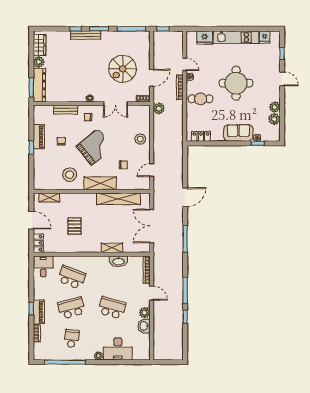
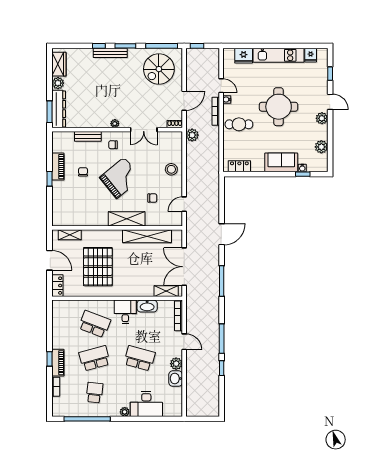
spiral stairs: (123, 69) -> (159, 69), moved
plant: (275, 107) -> (322, 118), moved
stool: (70, 175) -> (92, 209), removed
pallet: (75, 226) -> (98, 267), width x2.05, depth x2.00
shelving: (112, 248) -> (166, 291), moved
desk: (43, 266) -> (125, 312), moved

